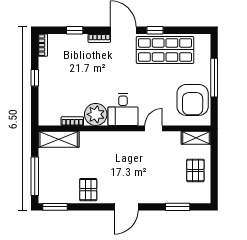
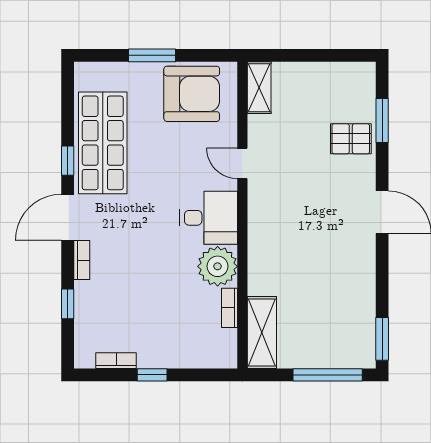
bookcase: (43, 45) -> (116, 361), moved
window: (214, 78) -> (152, 55), width x0.69
pallet: (195, 170) -> (351, 139), moved
pallet: (88, 190) -> (351, 280), removed

